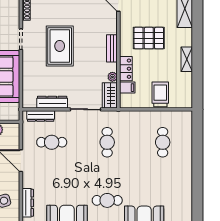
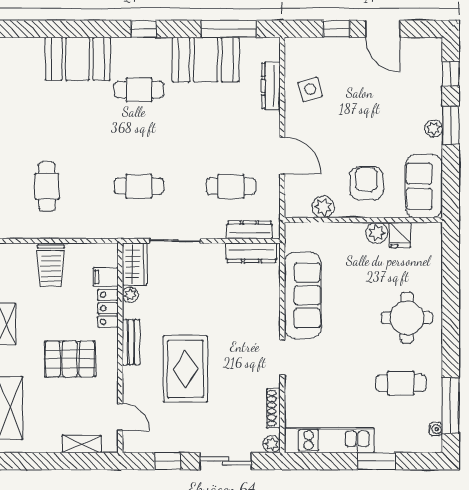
rug: (60, 46) -> (185, 369), moved
dresser: (52, 102) -> (252, 253), moved
cafe table: (107, 142) -> (139, 186), turned 90

